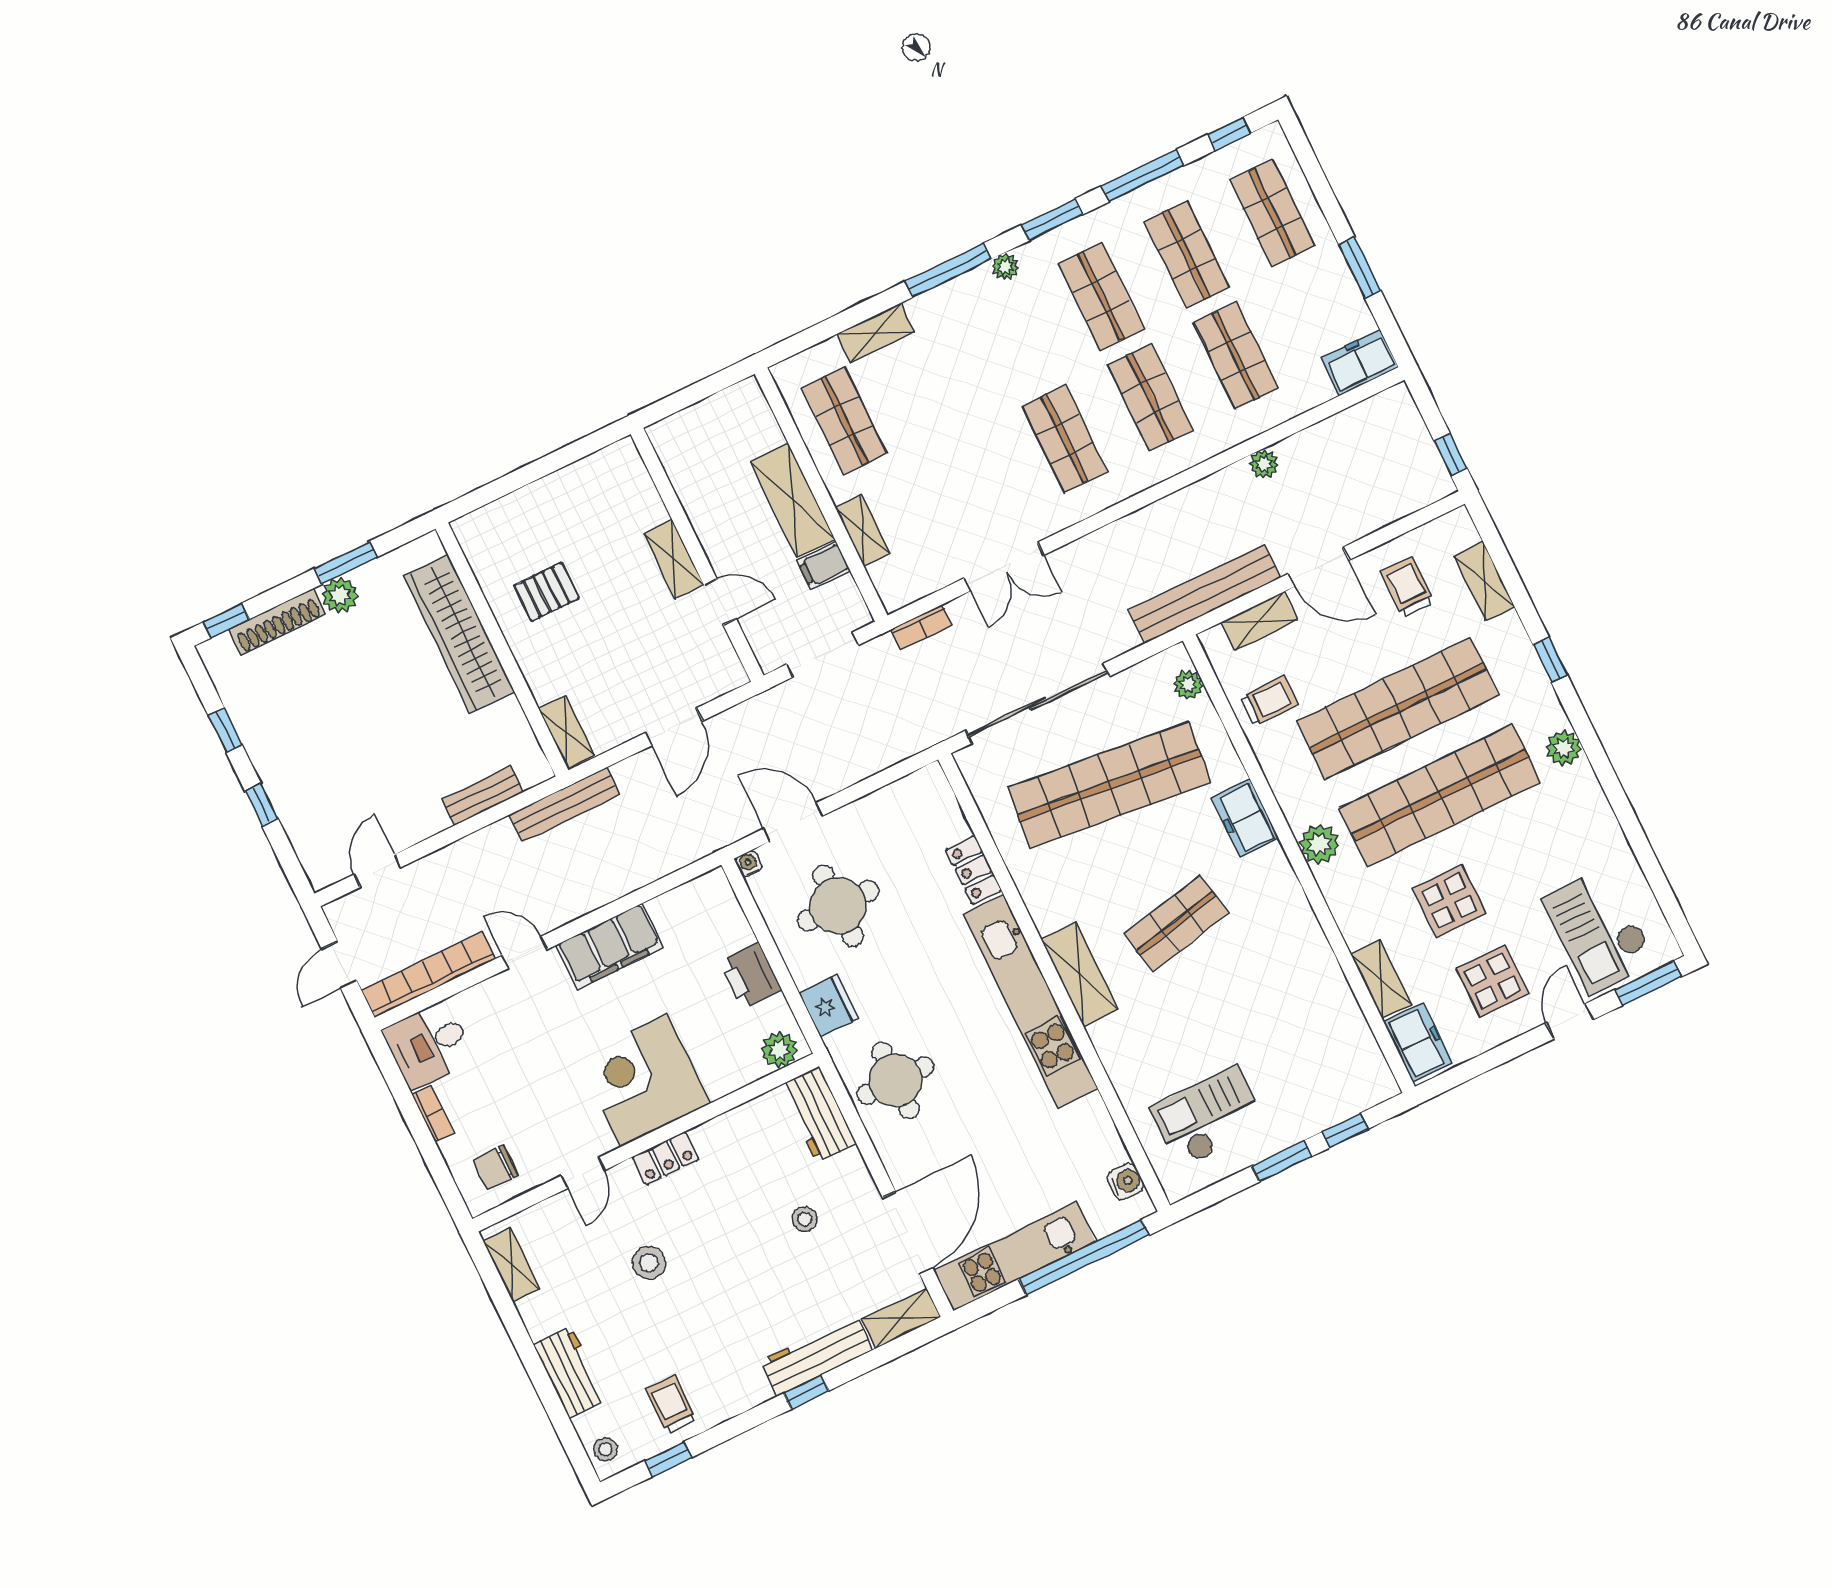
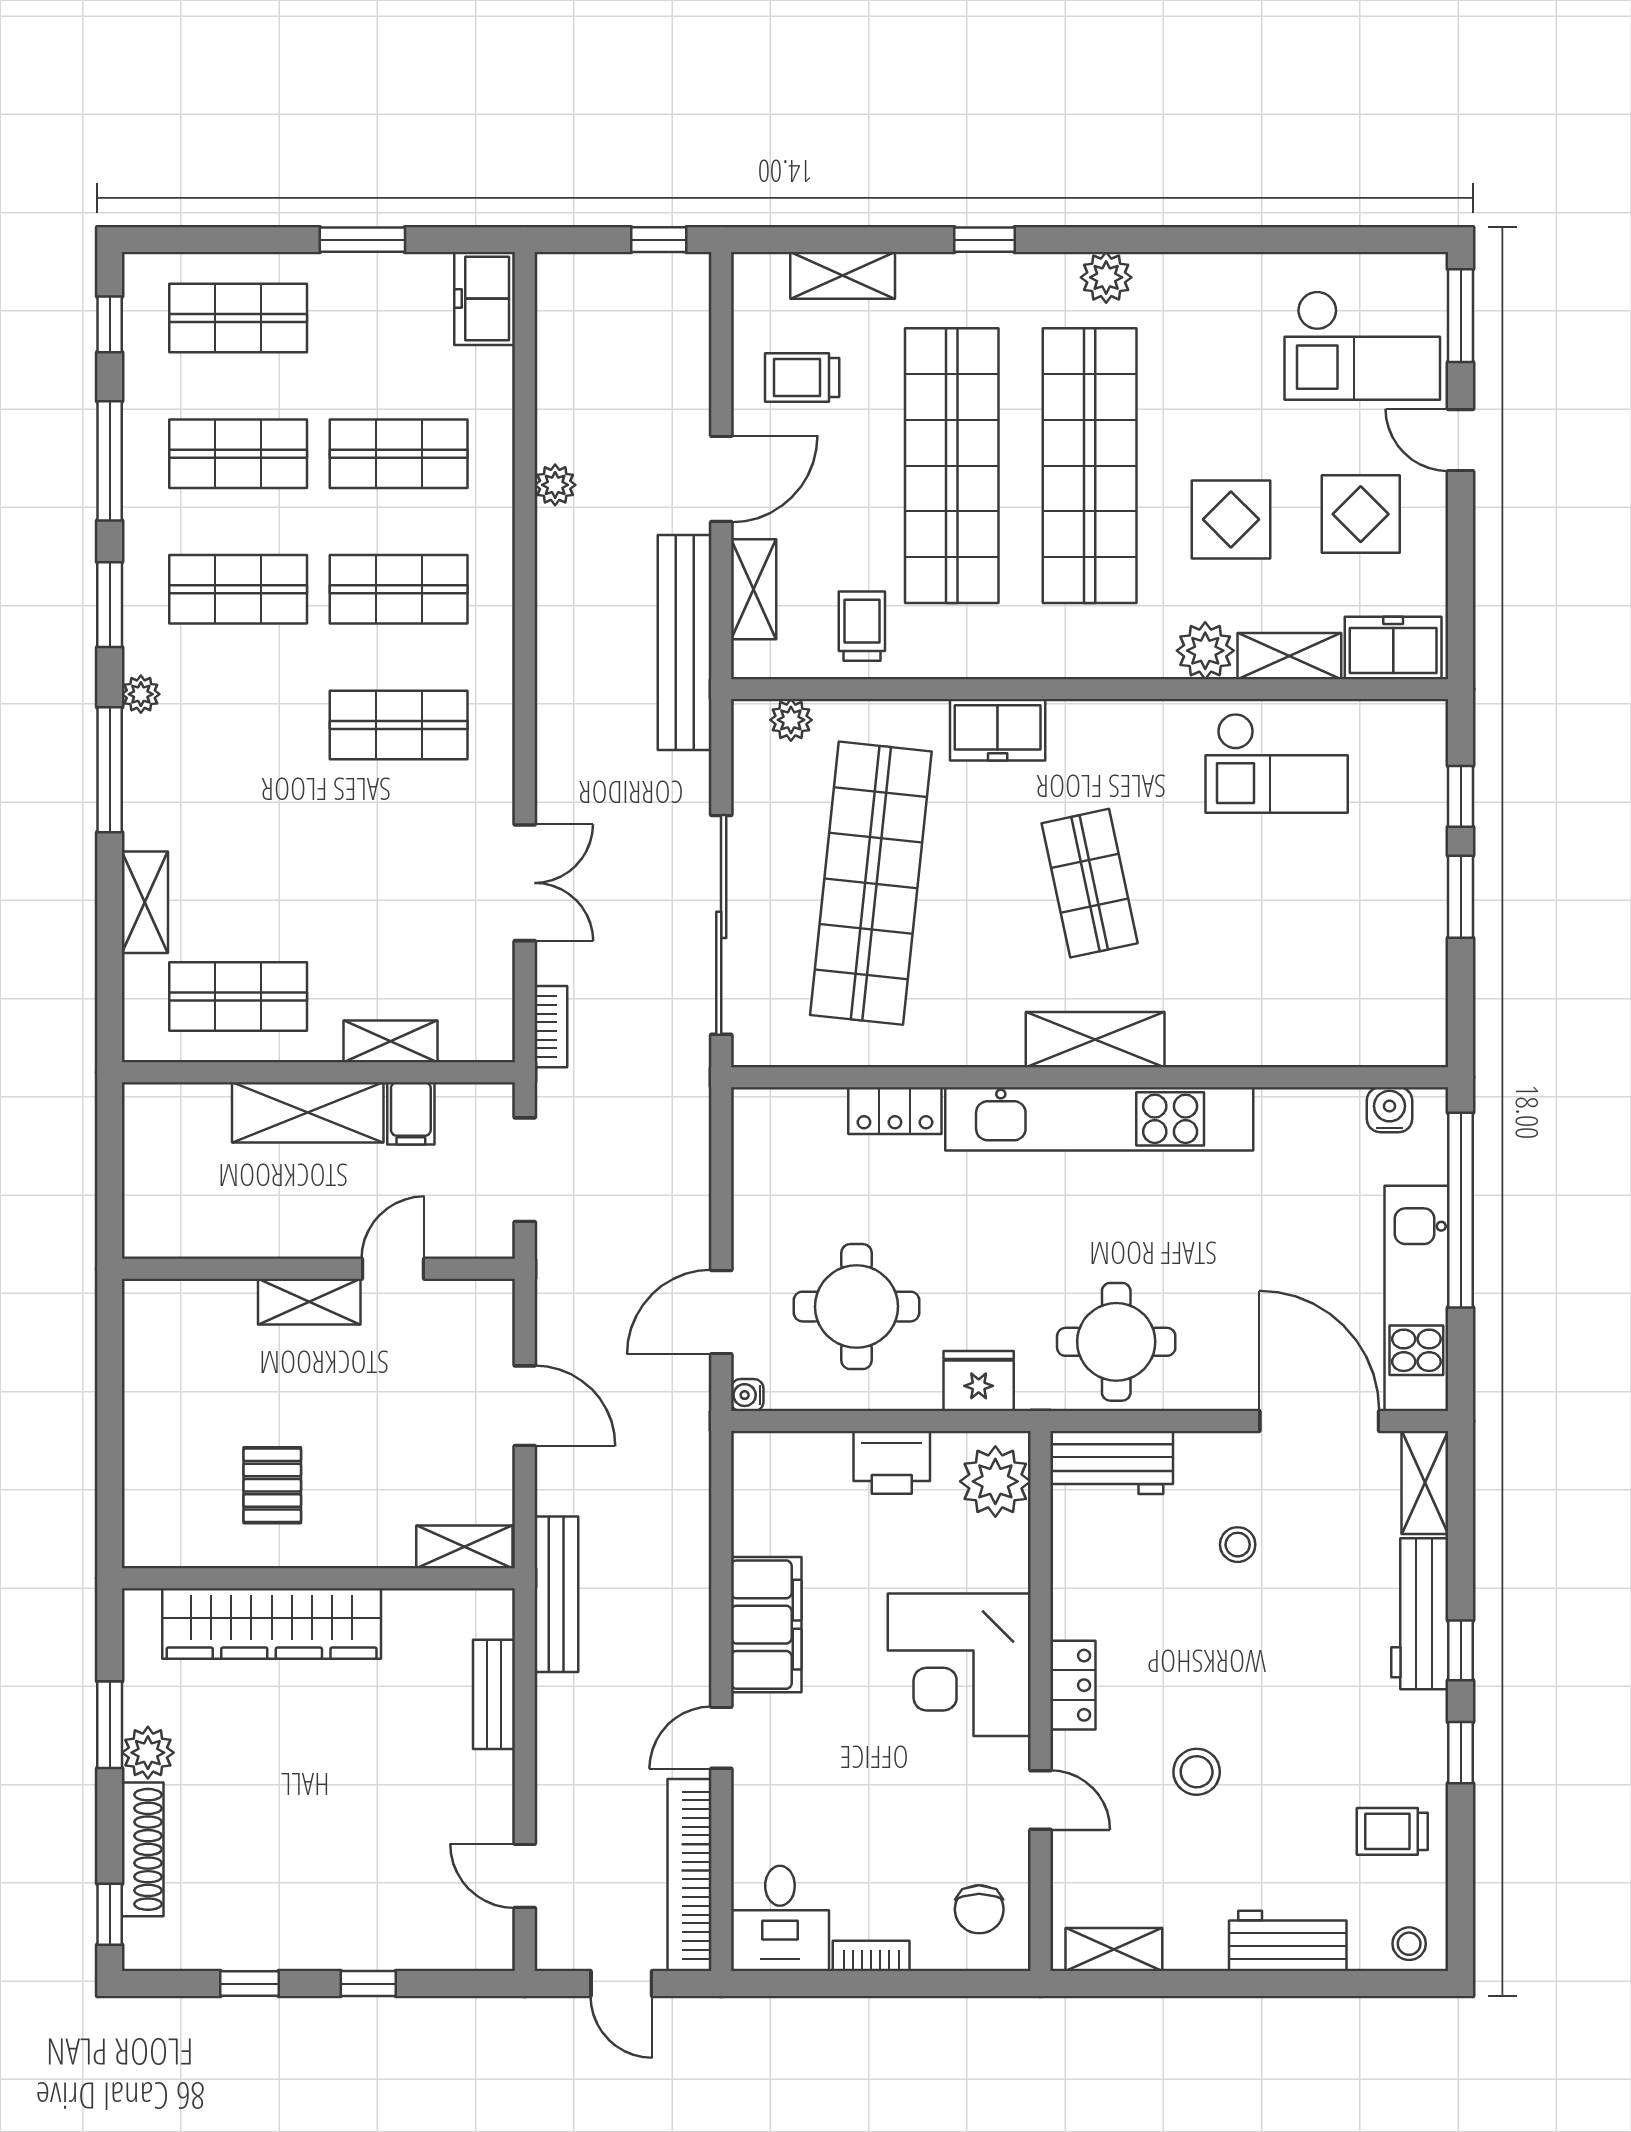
plant: (1319, 844) -> (1205, 651), moved
plant: (779, 1050) -> (995, 1481), width x1.36, depth x1.36
checkout: (1208, 1118) -> (1277, 763), moved, turned -90
window: (668, 1459) -> (1461, 1753), moved

